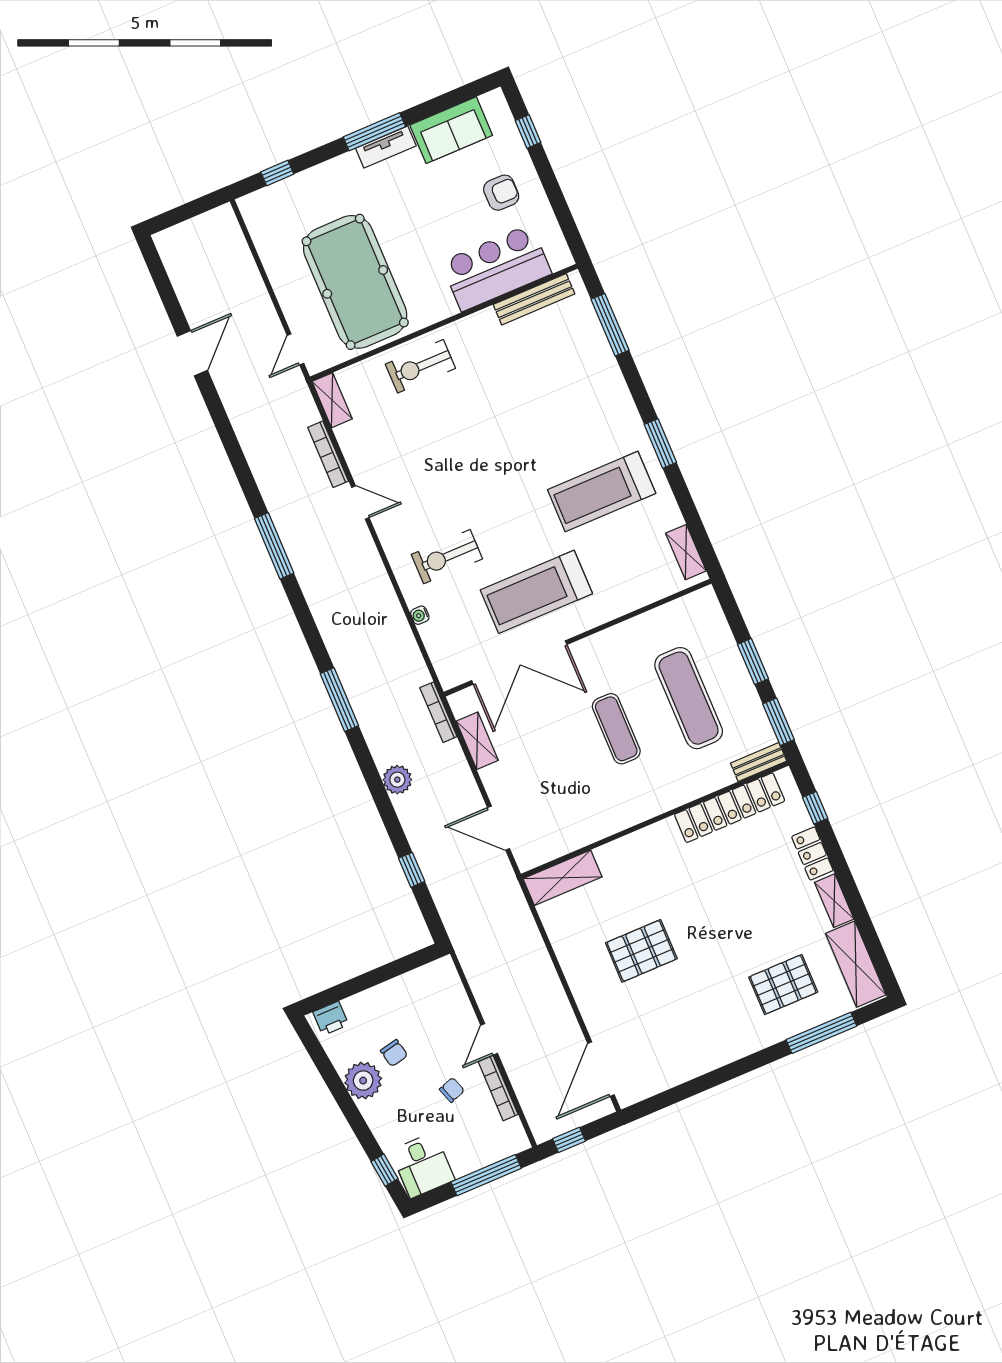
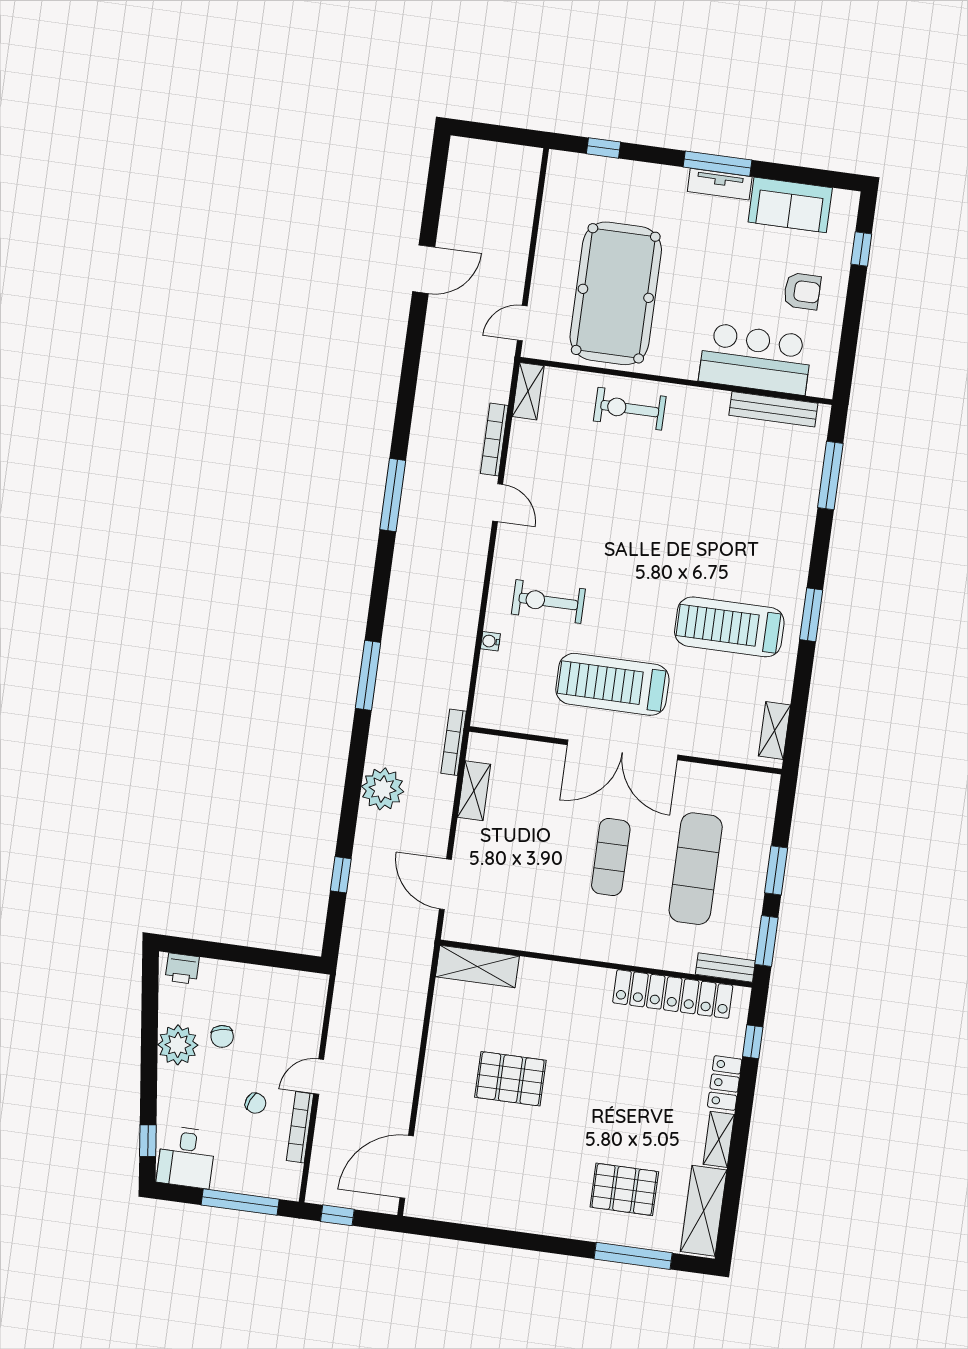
double door: (519, 663) -> (623, 750), moved
plant: (397, 780) -> (383, 789), width x1.36, depth x1.36
chair: (452, 1090) -> (256, 1103), turned 42

